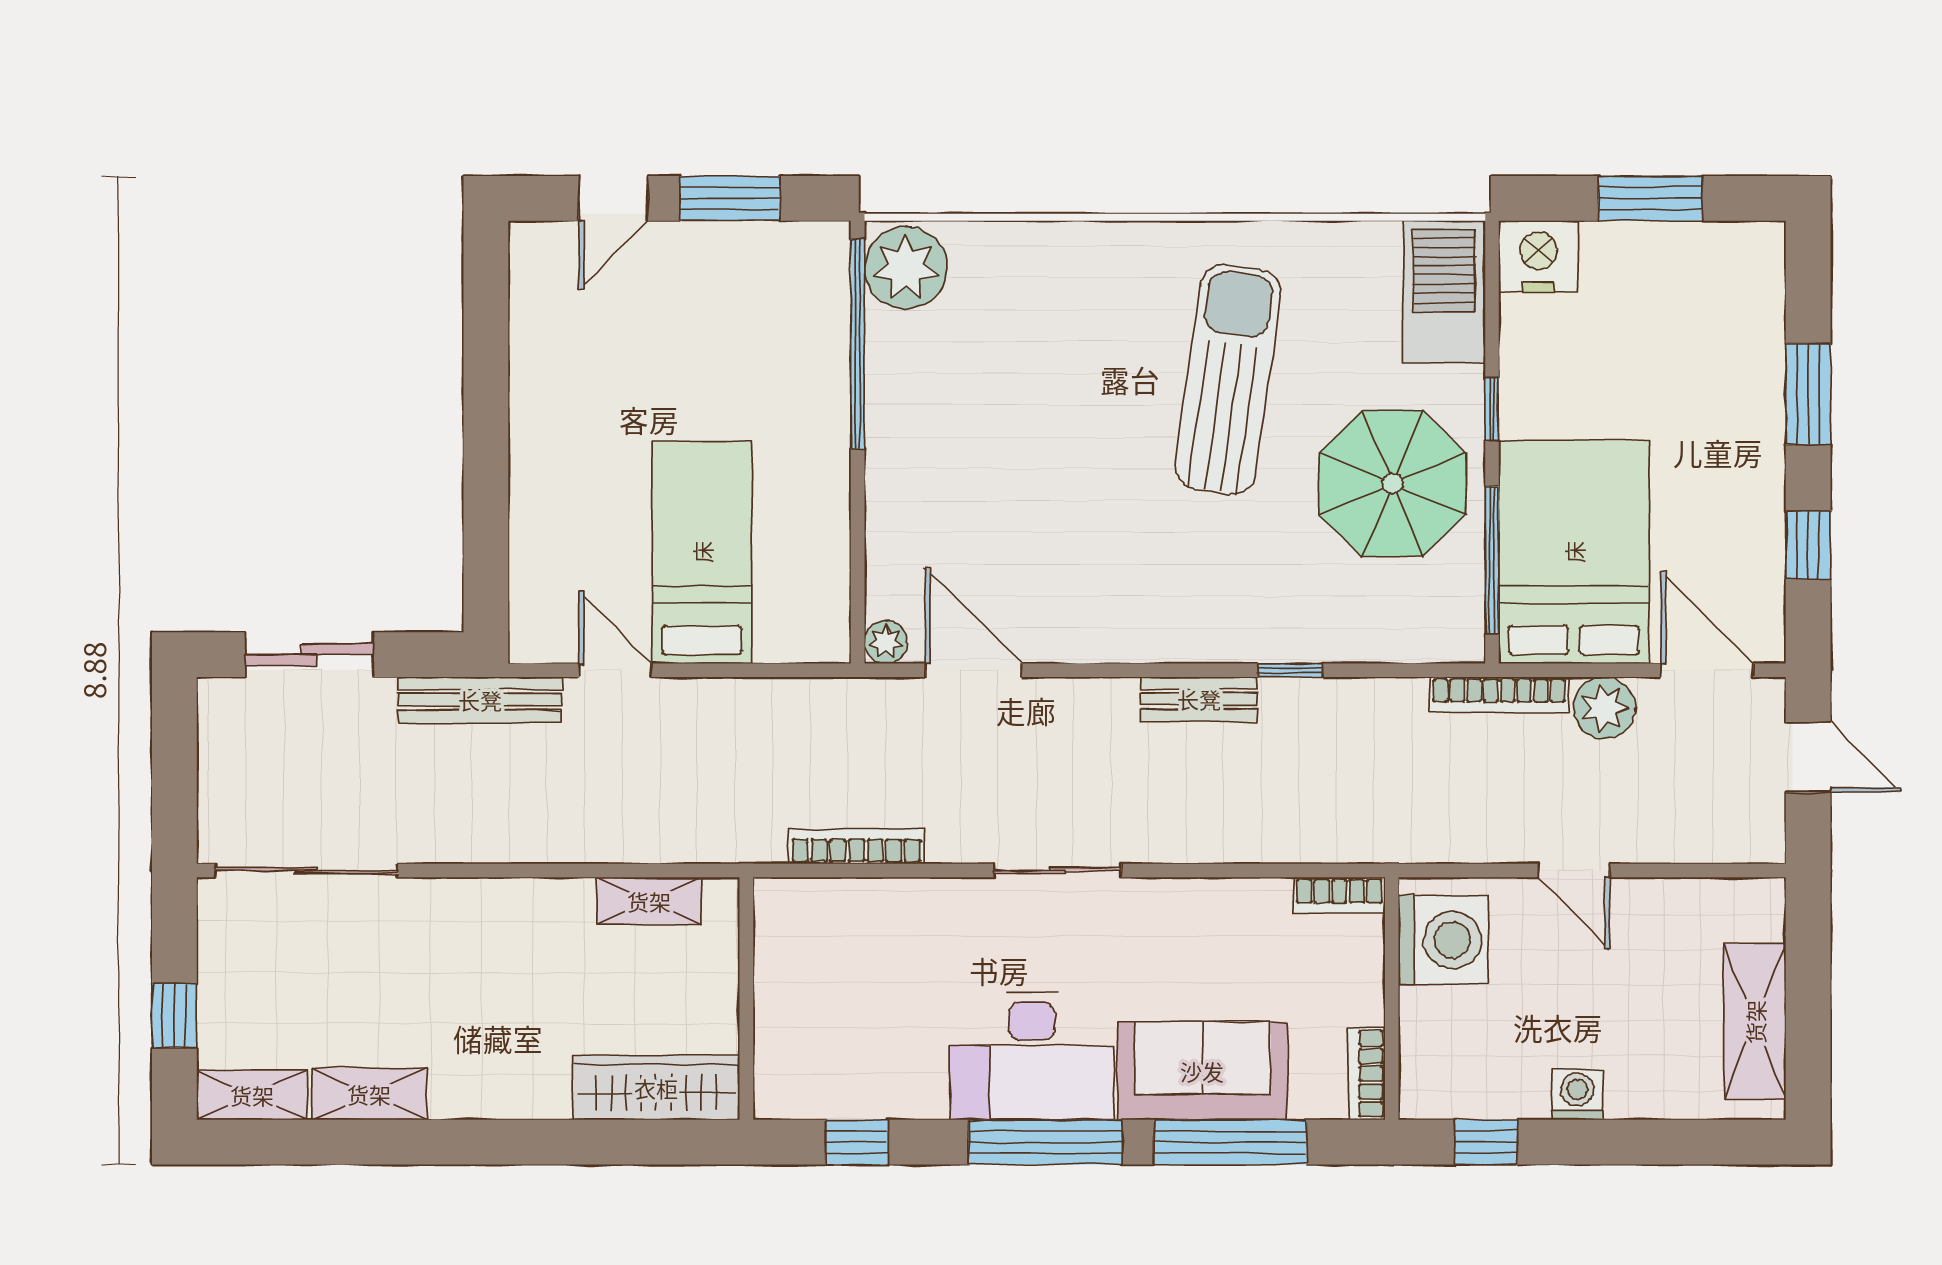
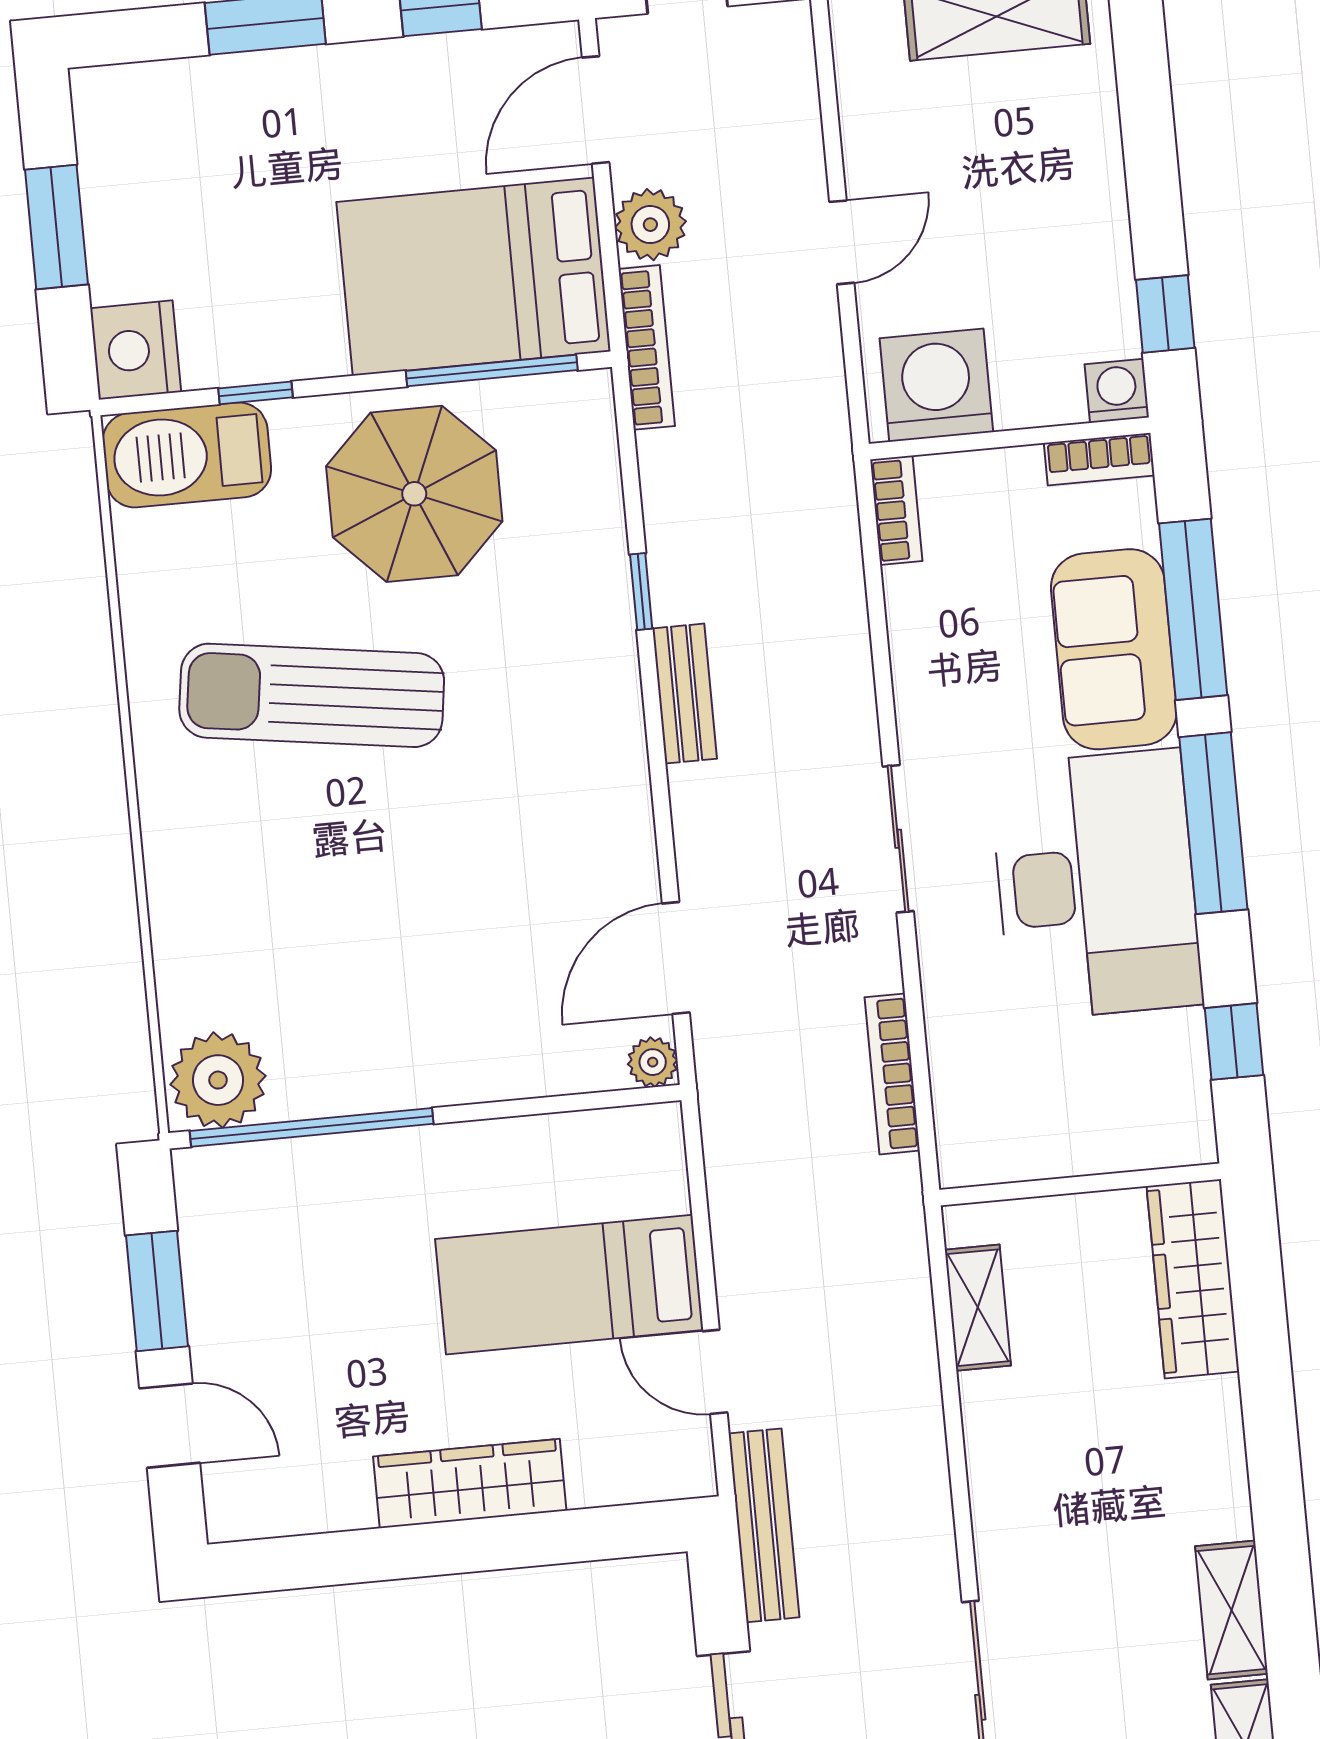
window: (1492, 409) -> (256, 393), moved
wardrobe: (539, 451) -> (470, 1484), added
door: (615, 670) -> (715, 1372), hinge flipped
desk: (1032, 1056) -> (1096, 885), width x1.36, depth x1.30
washing machine: (1577, 1094) -> (1117, 391), moved, turned 90

